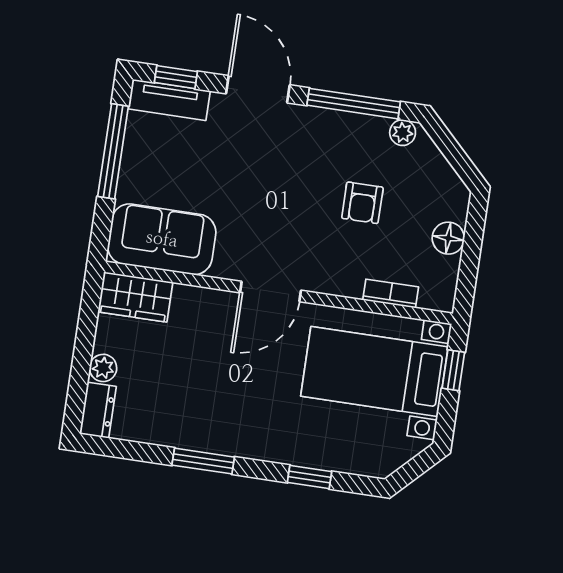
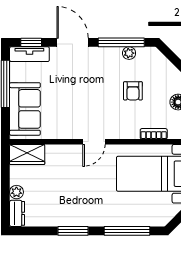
plant: (403, 133) -> (129, 53), moved
sofa: (162, 239) -> (25, 109), moved, turned 90
door: (271, 292) -> (94, 142), width x0.73
window: (310, 477) -> (127, 231), width x2.17

